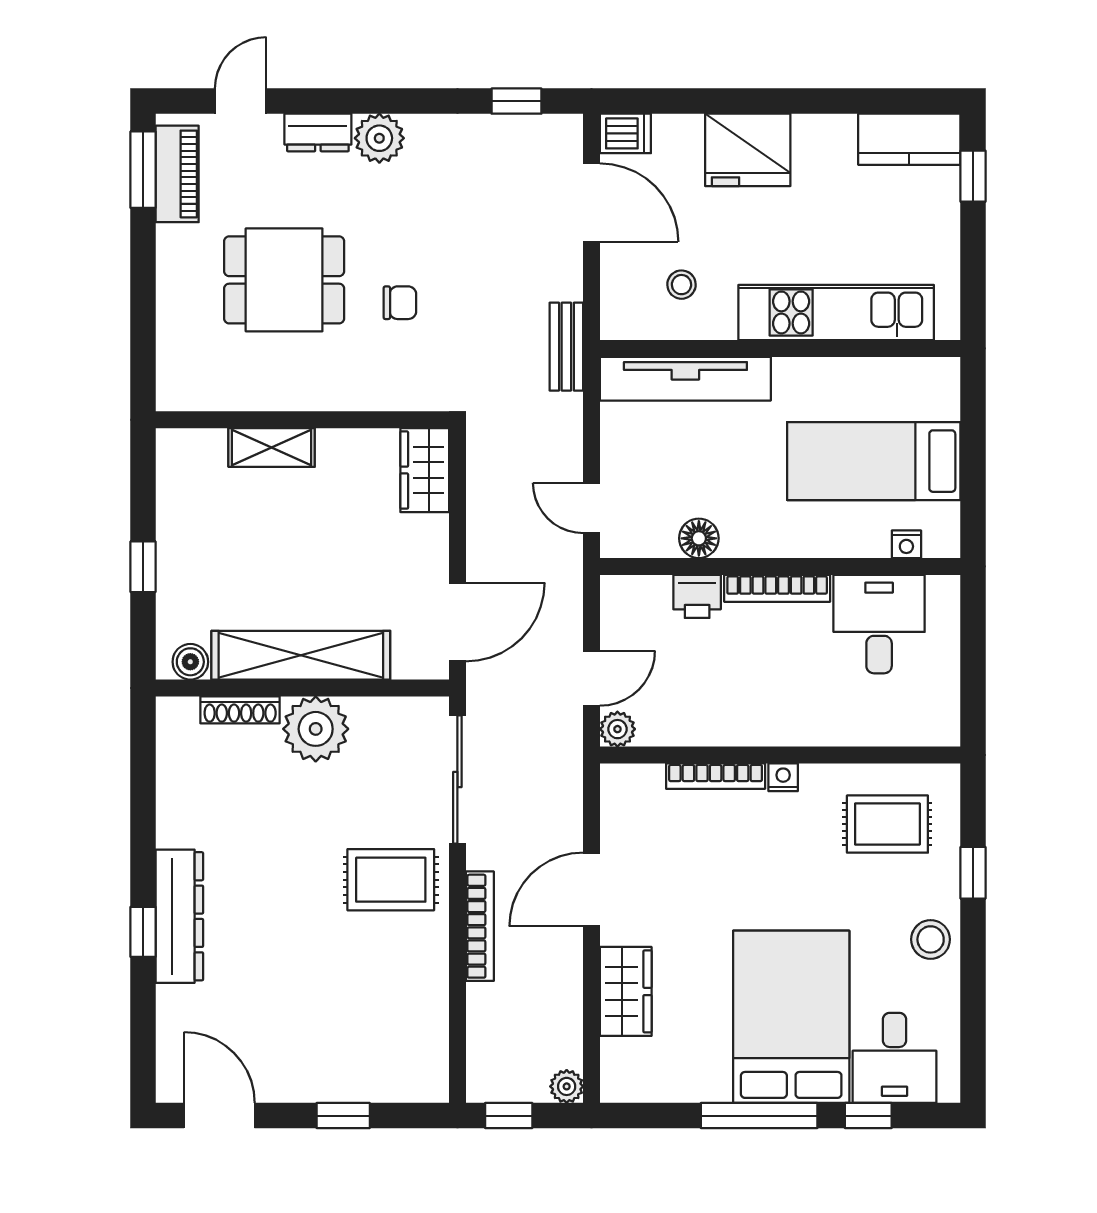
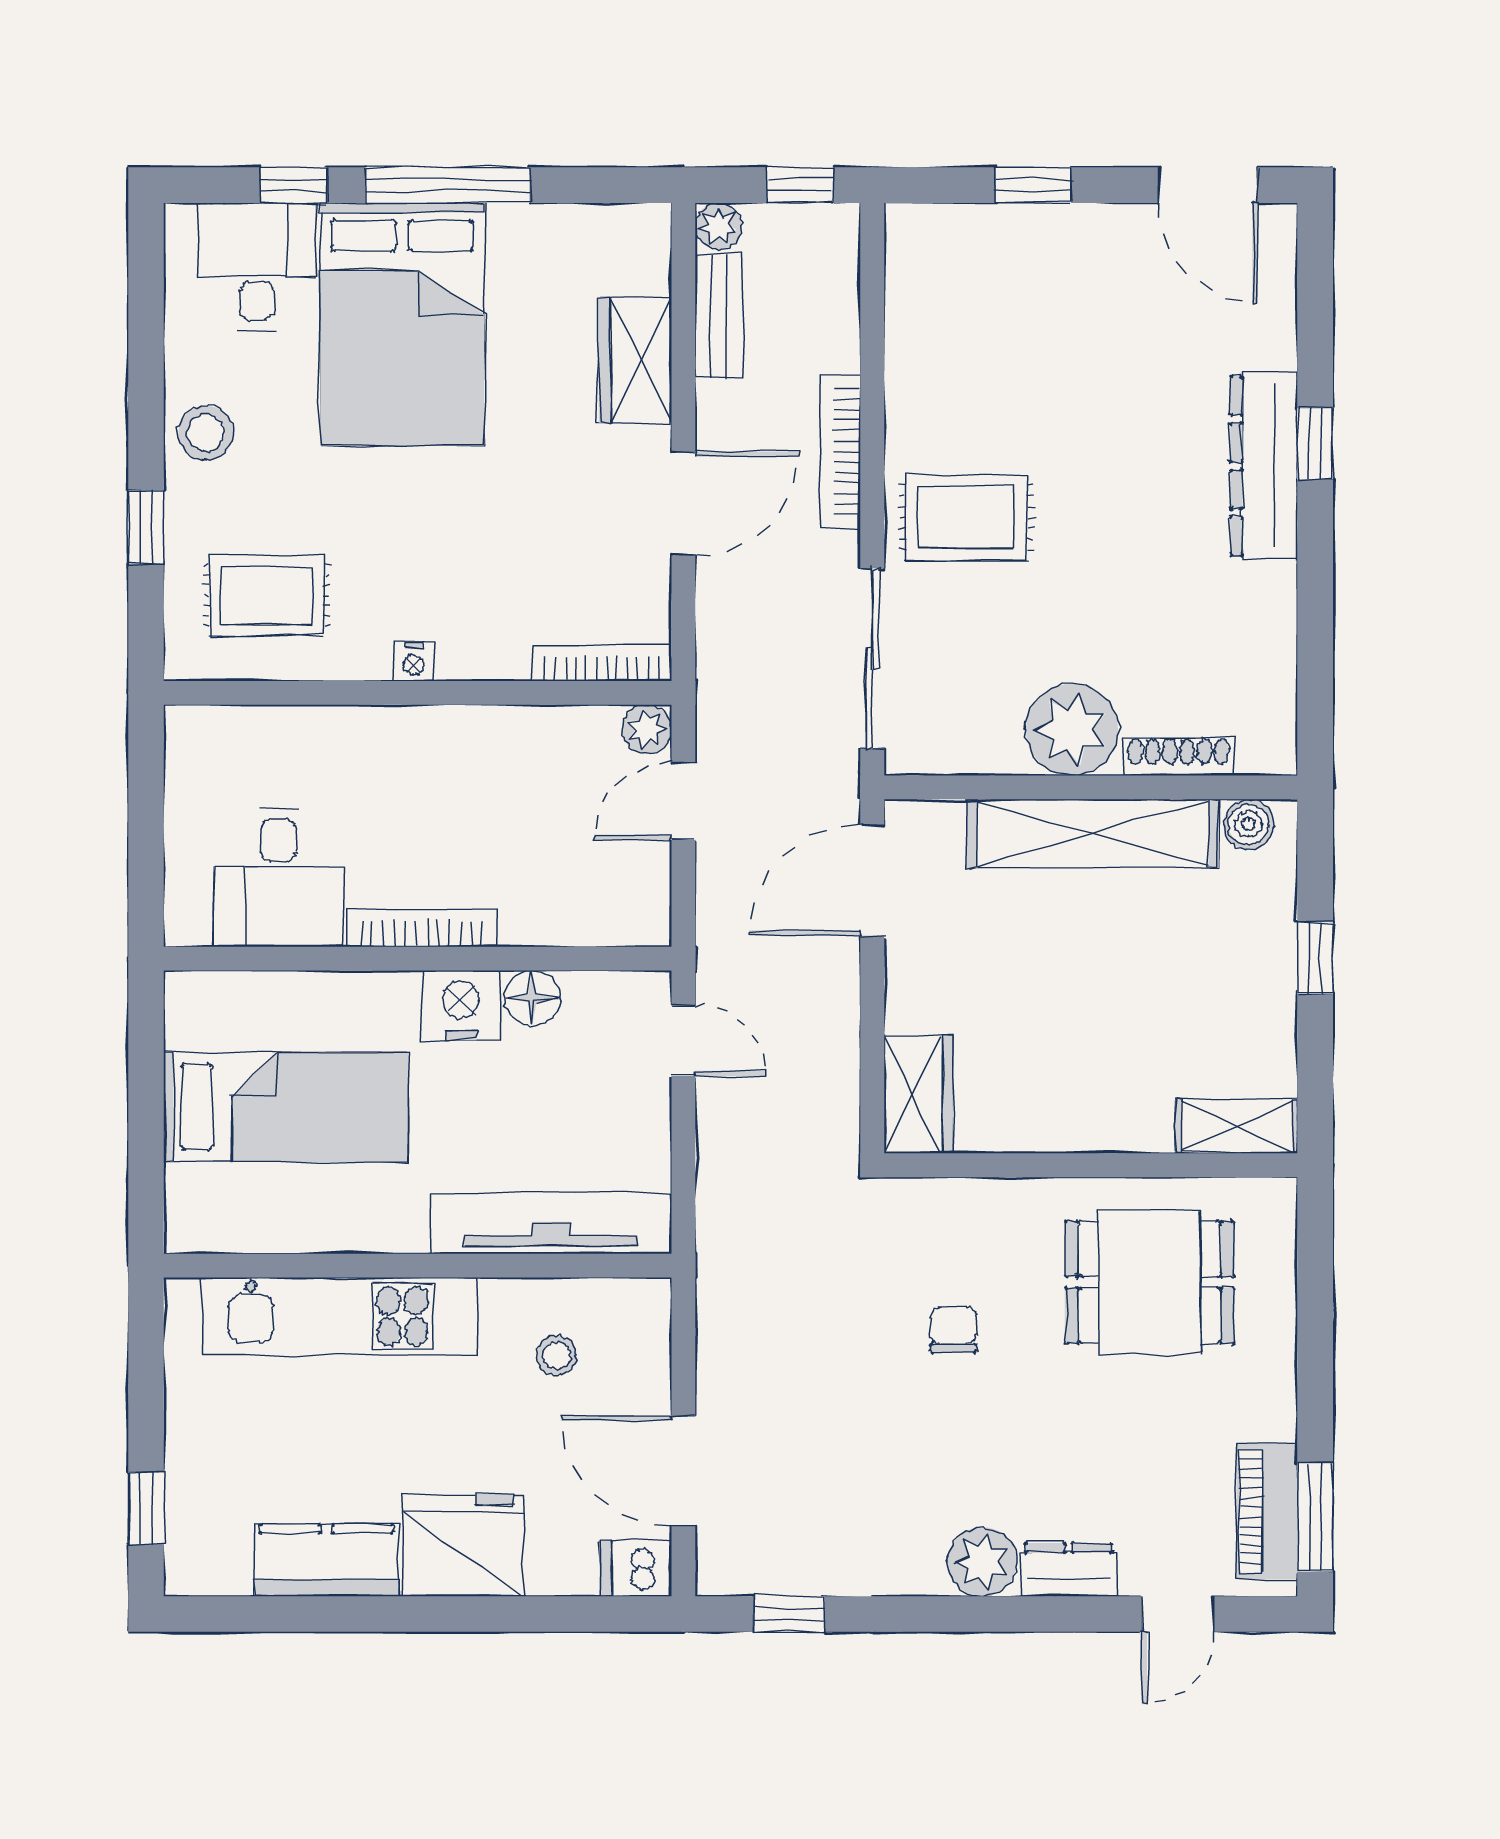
kitchen counter: (909, 139) -> (326, 1560), moved
dining table: (284, 280) -> (1150, 1282), moved
chair: (400, 303) -> (953, 1330), turned 90
bench: (566, 347) -> (719, 316), moved
shelving: (272, 447) -> (1237, 1126), moved
nightstand: (906, 544) -> (461, 1005), moved, width x1.89, depth x1.79
printer: (697, 596) -> (535, 916), removed
bookcase: (716, 776) -> (602, 663), moved

